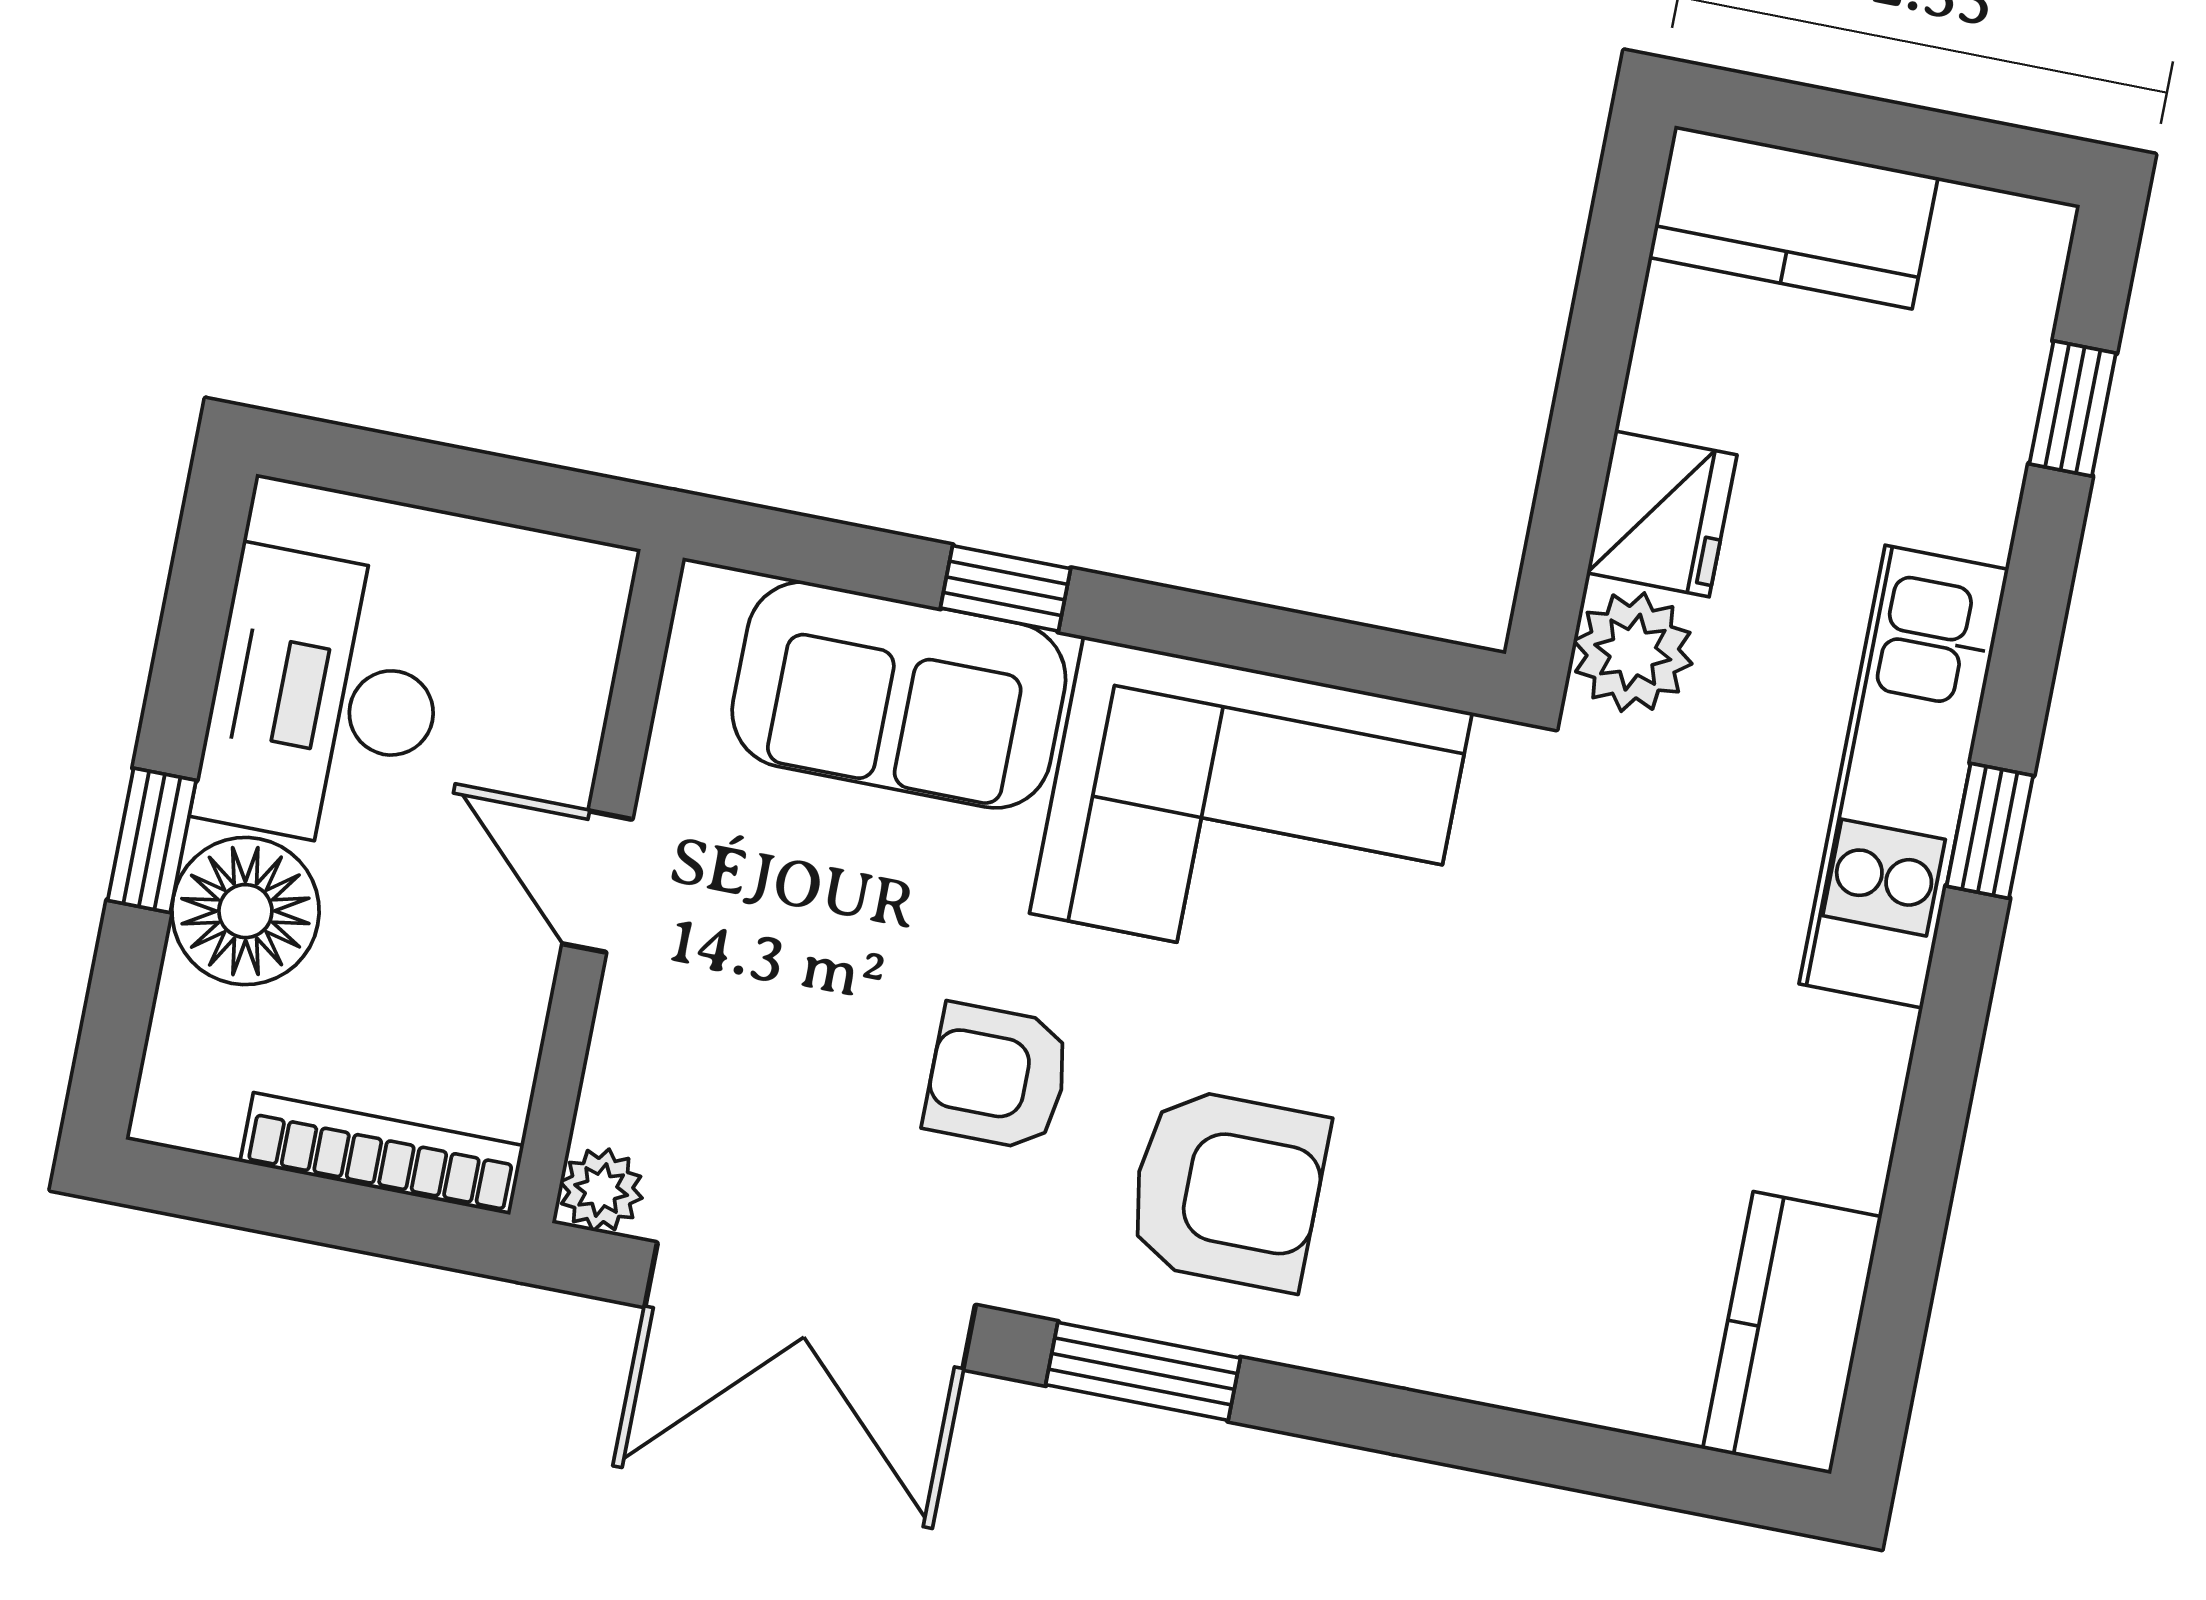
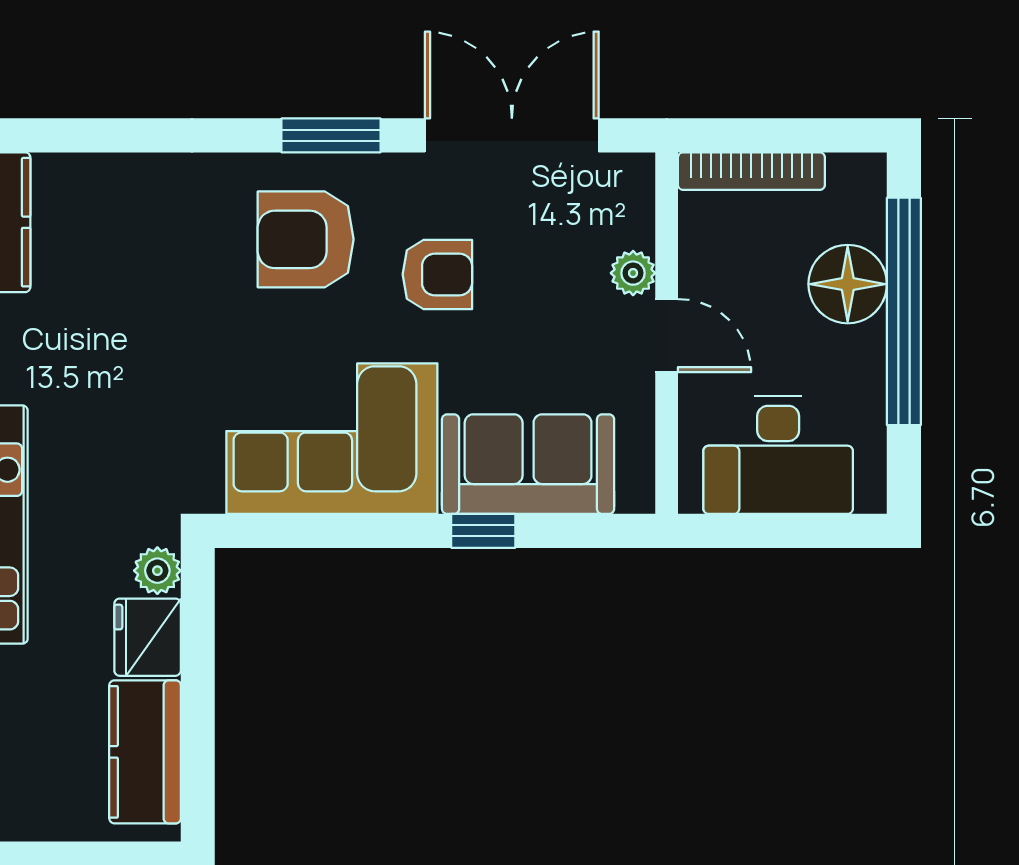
kitchen counter: (1793, 217) -> (145, 752), moved, turned -90
plant: (1633, 652) -> (157, 571), width x0.73, depth x0.73
desk: (324, 700) -> (778, 455), moved, turned 90
window: (152, 840) -> (904, 311), width x3.17
plant: (601, 1190) -> (633, 273), moved

